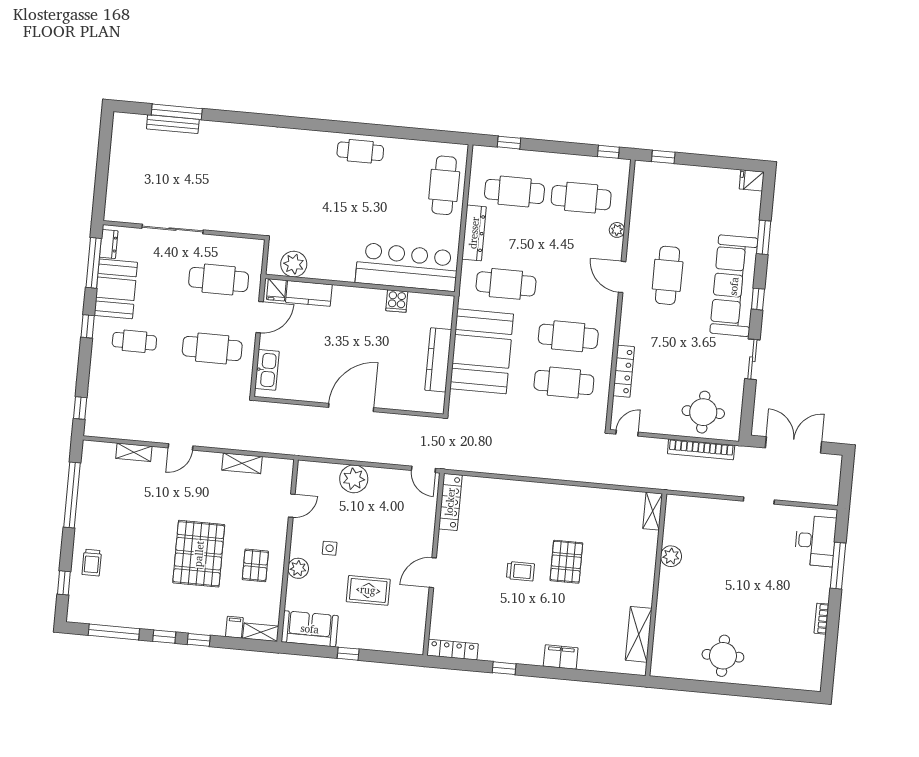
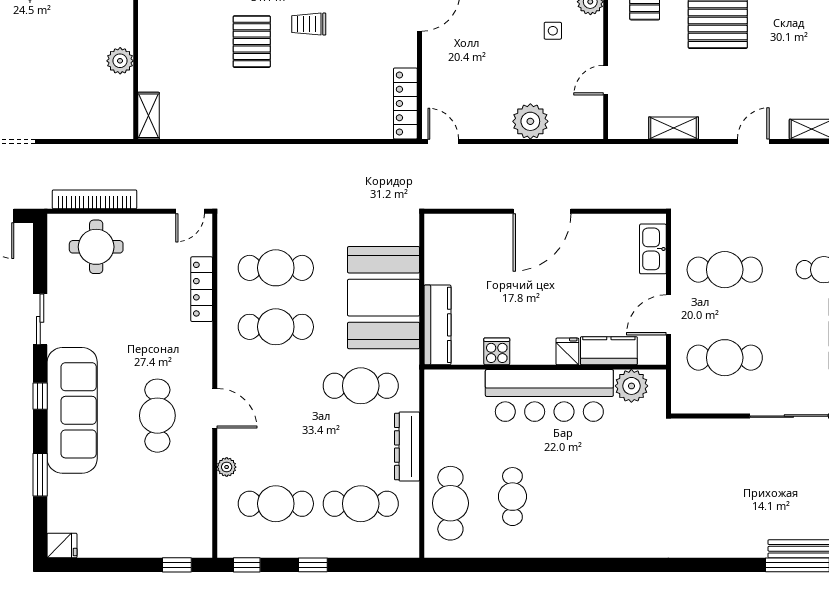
window: (509, 143) -> (313, 565), moved
cafe table: (360, 151) -> (512, 497), moved, turned 90
bar counter: (407, 267) -> (549, 395), moved
fridge: (276, 290) -> (567, 351), moved
kitchen counter: (438, 360) -> (437, 325), moved

